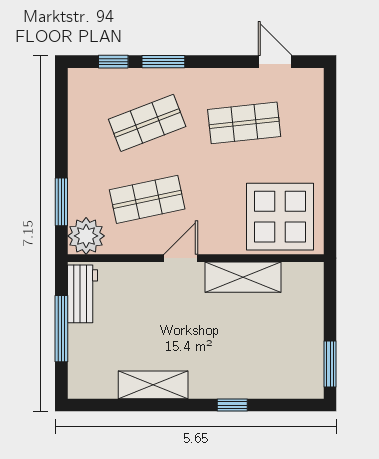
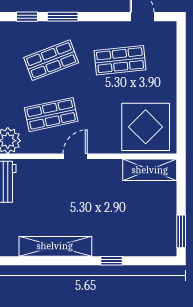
shelving: (243, 277) -> (150, 170), moved
shelving: (153, 385) -> (55, 246), width x1.47

